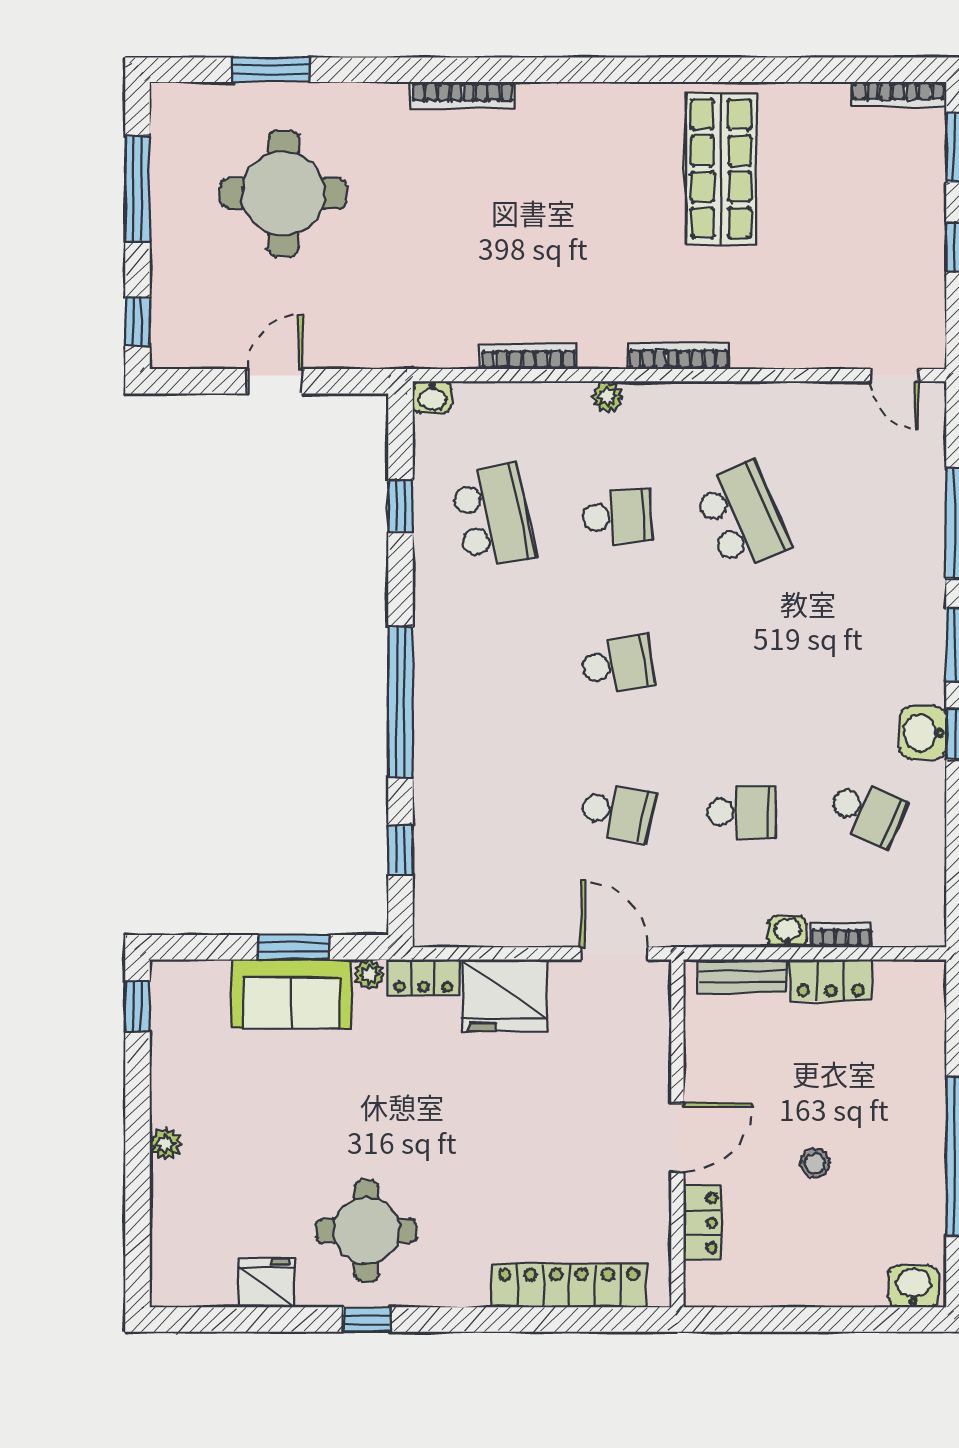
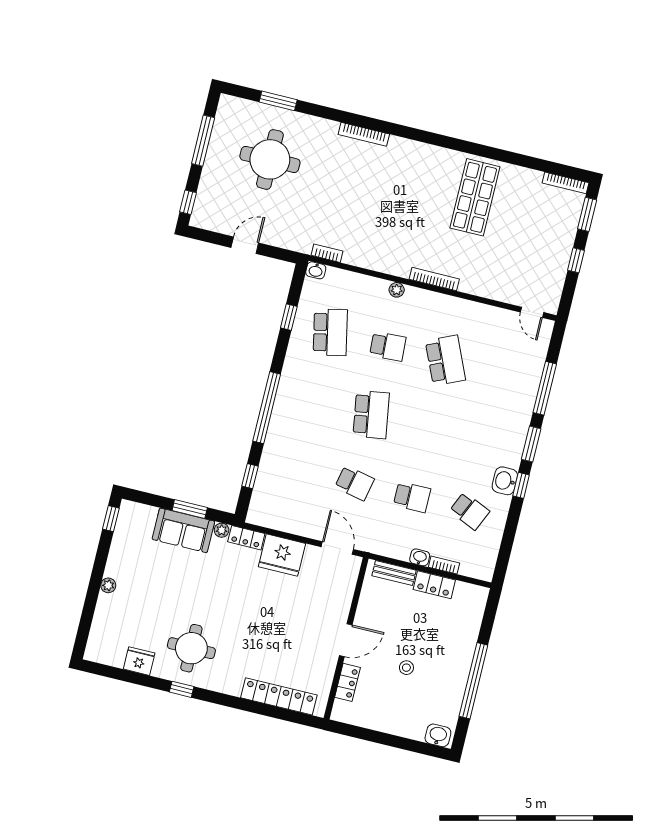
bookcase: (529, 357) -> (327, 253), moved, width x0.64
school desk: (617, 664) -> (371, 415), width x1.85

